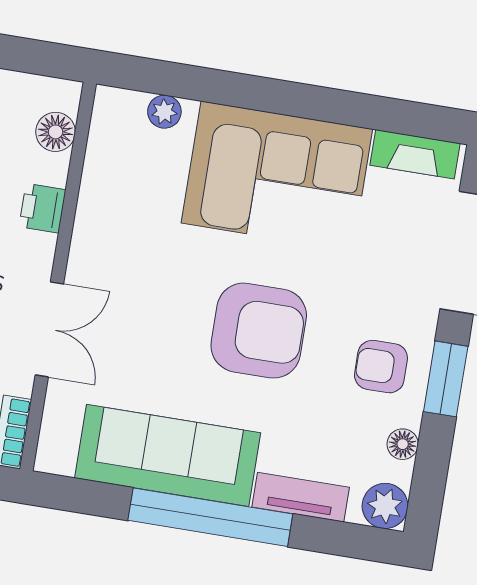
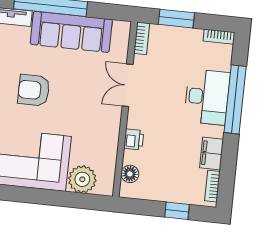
plant: (164, 112) -> (82, 179), width x1.88, depth x1.88
armchair: (259, 331) -> (34, 90), width x0.73, depth x0.73

